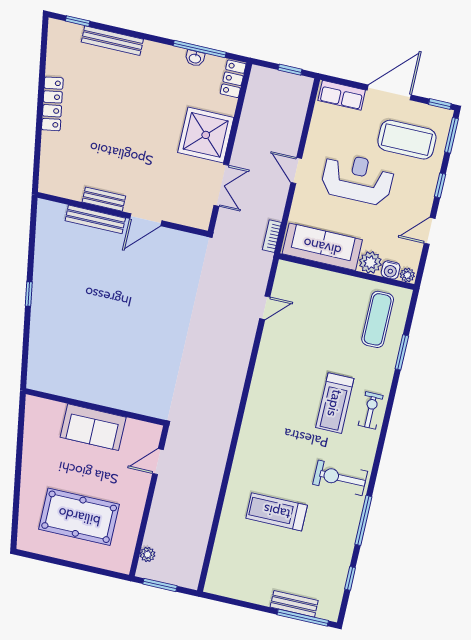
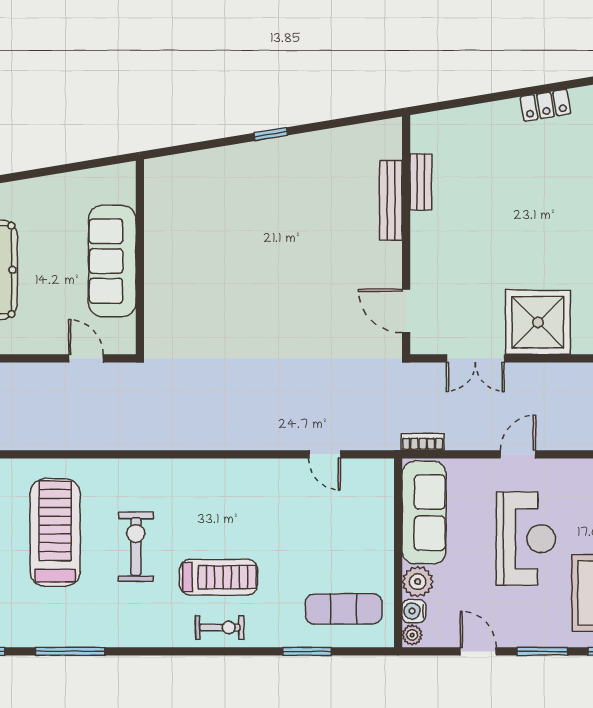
locker: (52, 104) -> (545, 105), width x0.66
window: (440, 185) -> (542, 651), width x1.50
bench: (104, 199) -> (421, 182), moved
door: (146, 220) -> (406, 311), moved
treadmill: (335, 403) -> (219, 577), turned 180
sofa: (93, 427) -> (112, 261), width x1.36
exercise bike: (340, 478) -> (136, 547), moved
treadmill: (277, 512) -> (55, 533), width x1.37, depth x1.38

